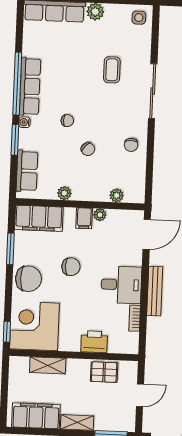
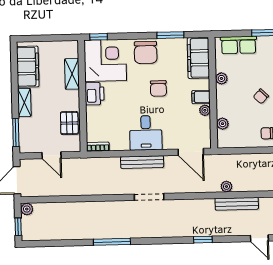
bookcase: (135, 318) -> (98, 147), moved
printer: (94, 342) -> (95, 94), moved

